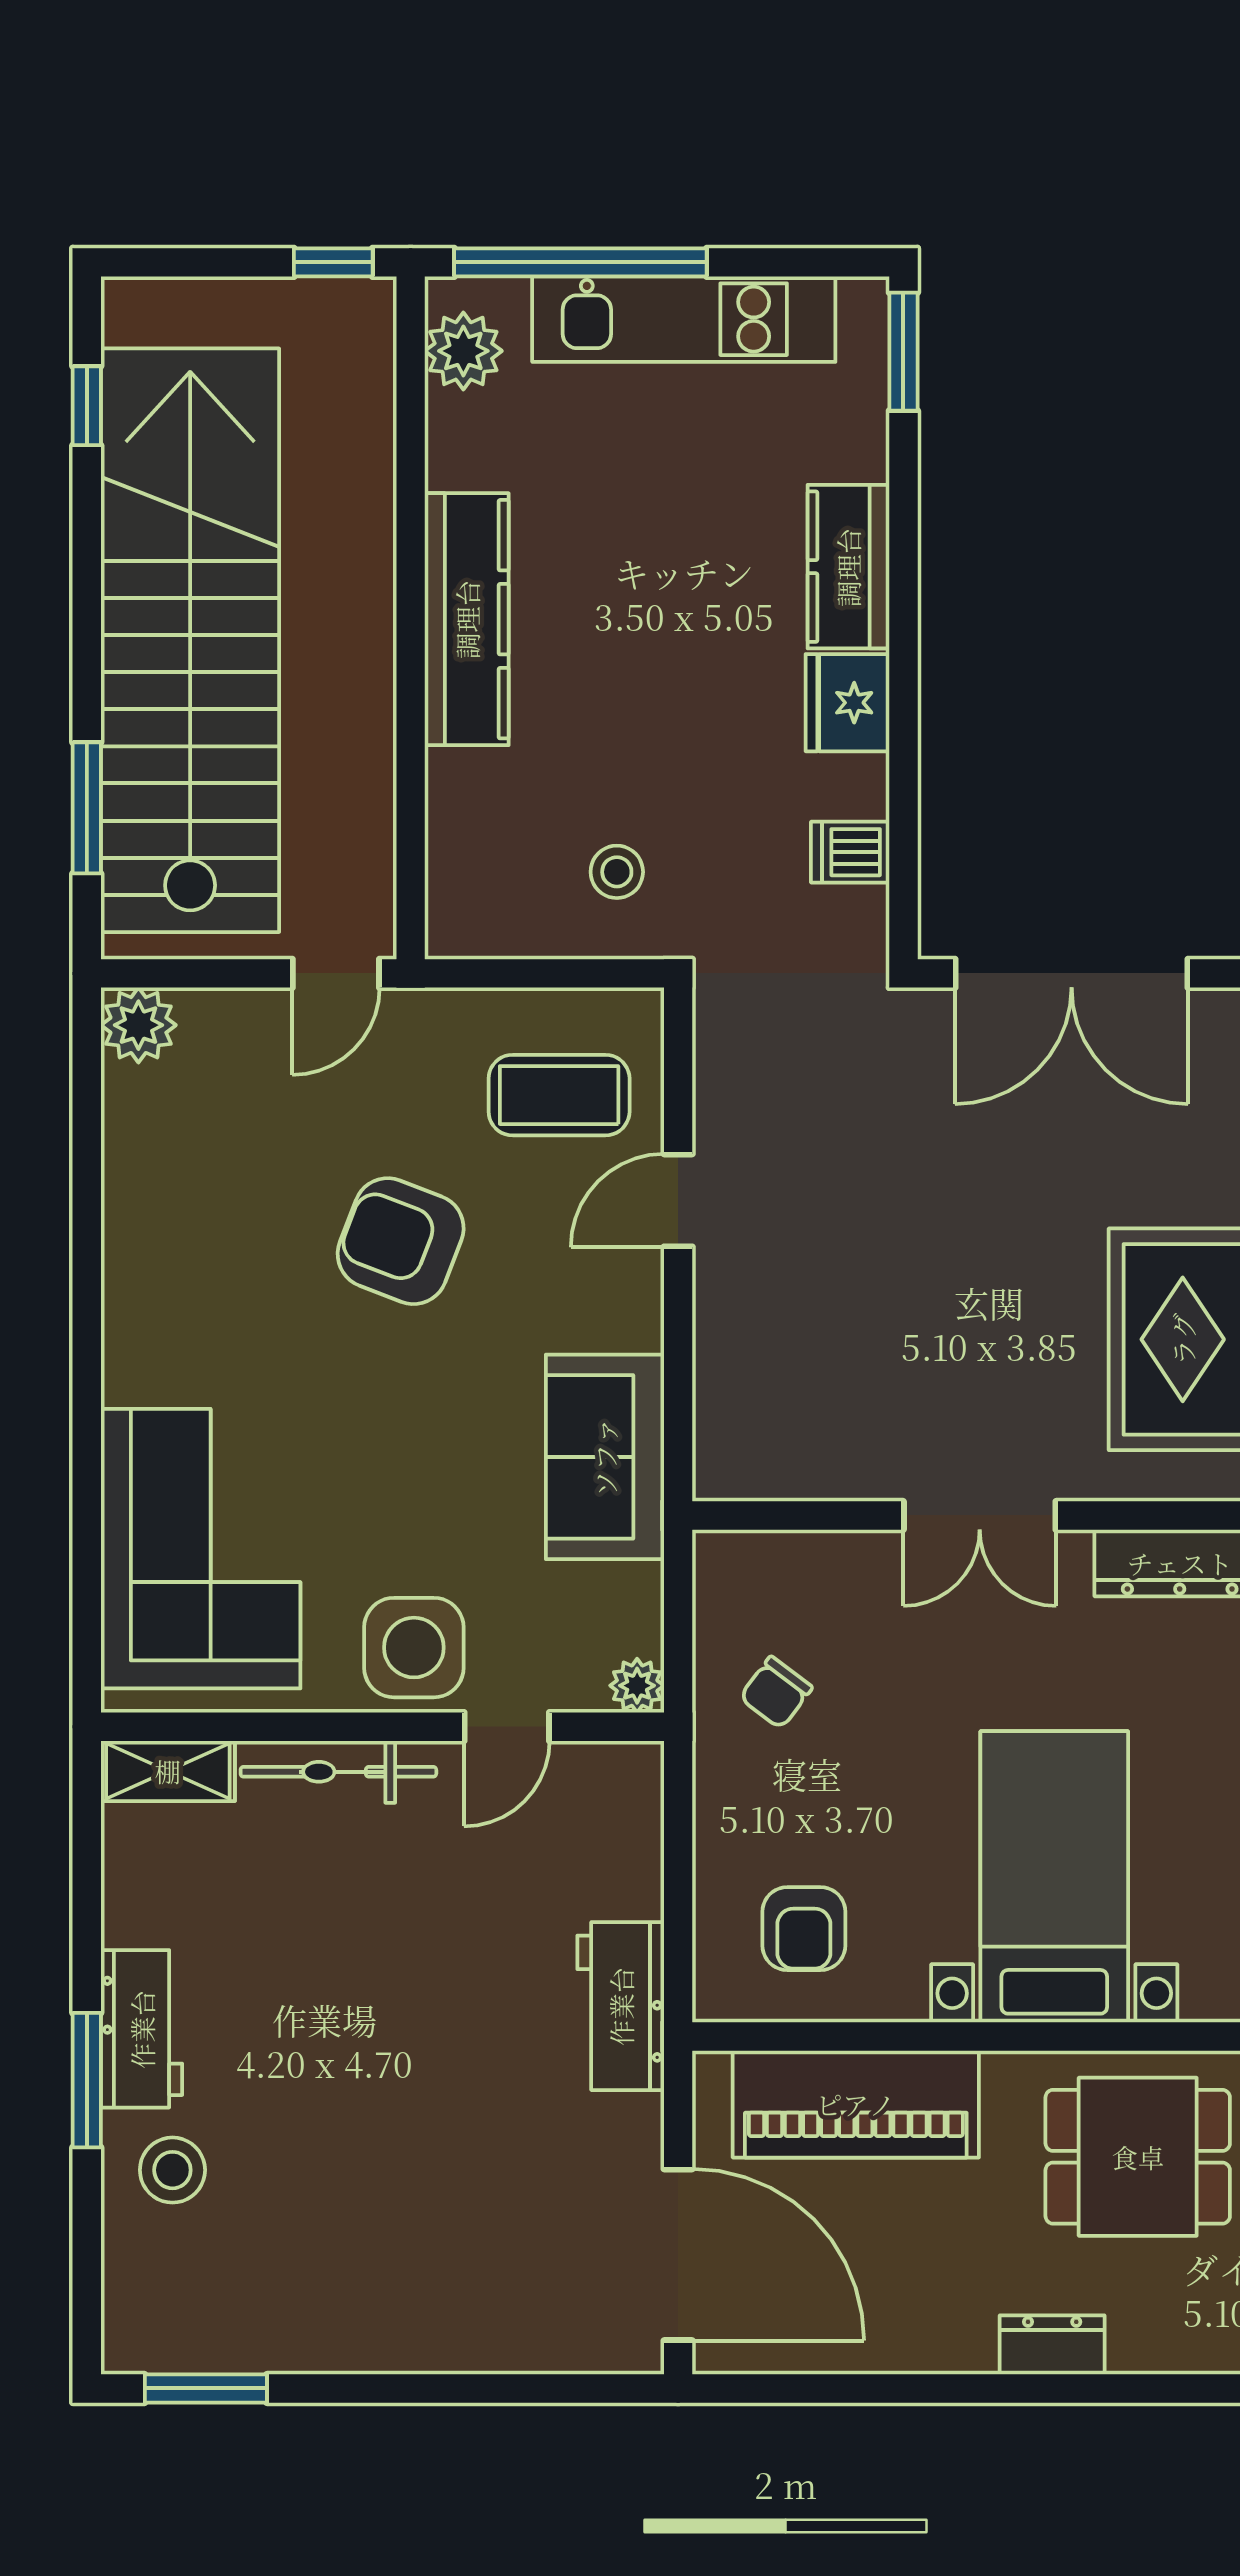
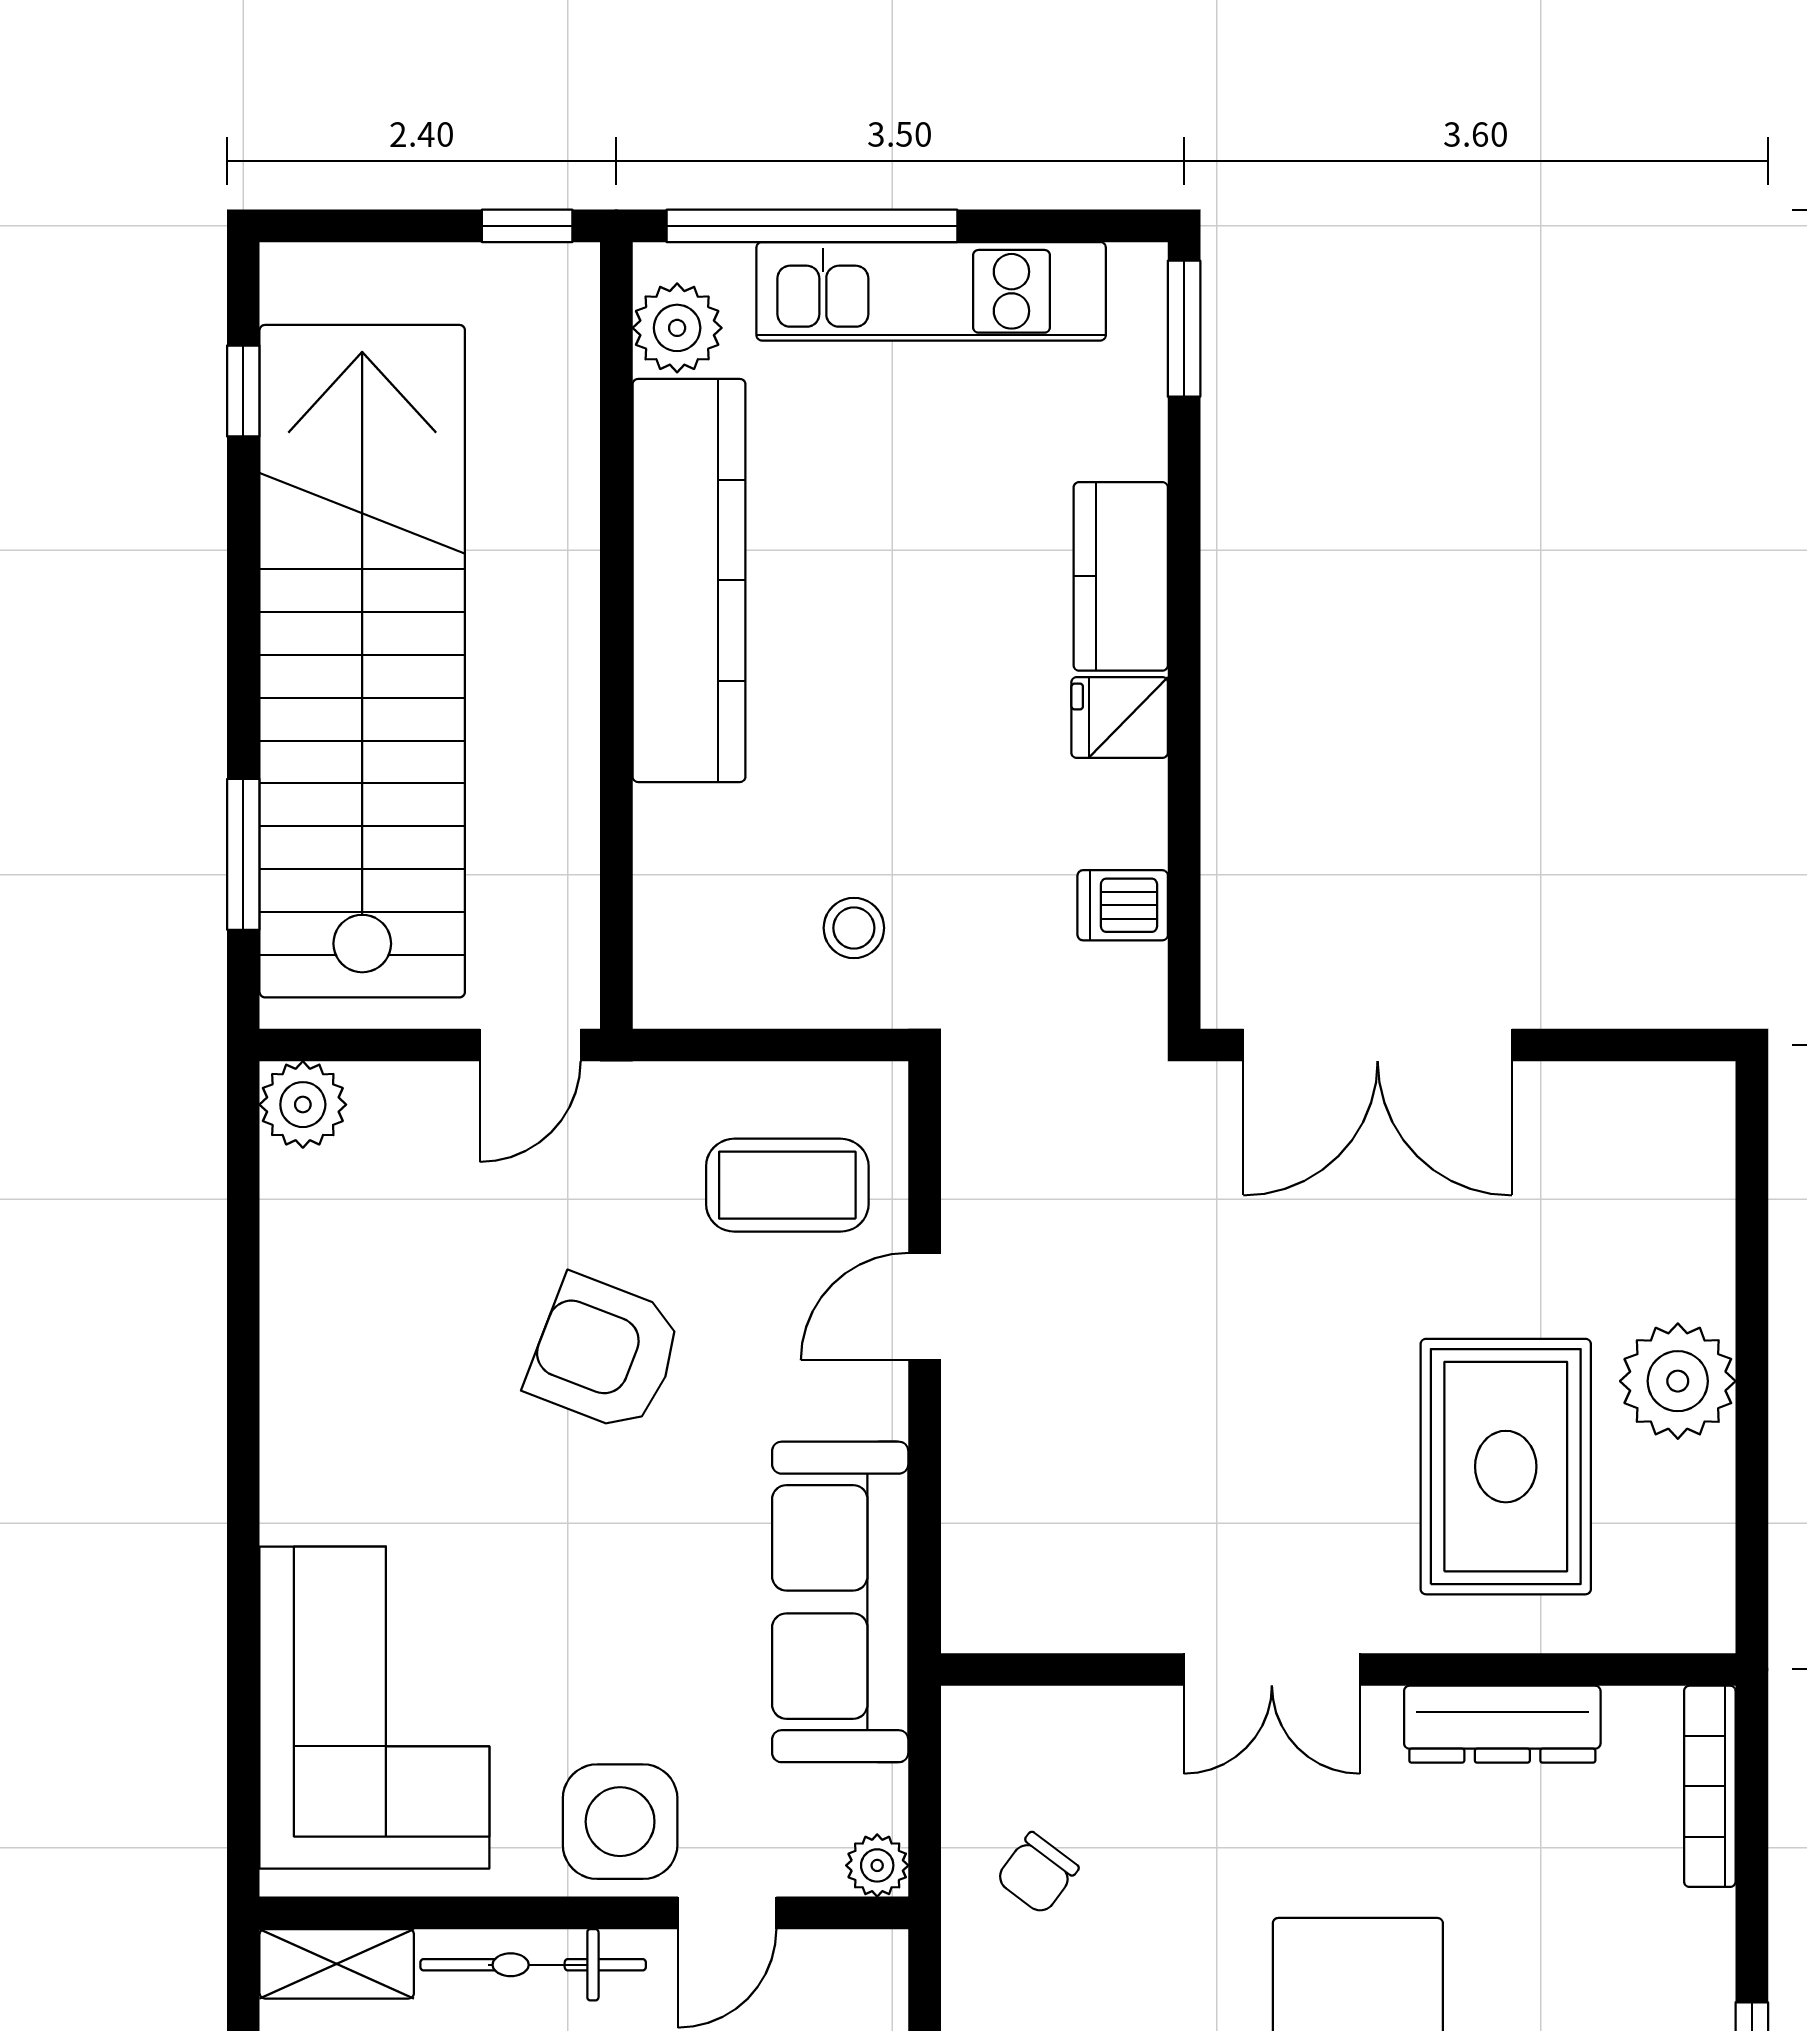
kitchen counter: (467, 619) -> (689, 580), width x1.39, depth x1.17
fridge: (847, 703) -> (1120, 718), width x0.72
sofa: (605, 1457) -> (840, 1602), width x1.36

